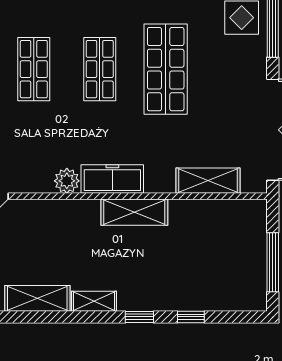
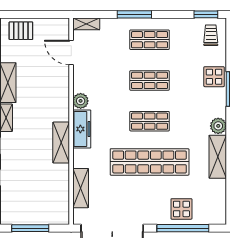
shop shelf: (166, 69) -> (150, 162), width x1.40

